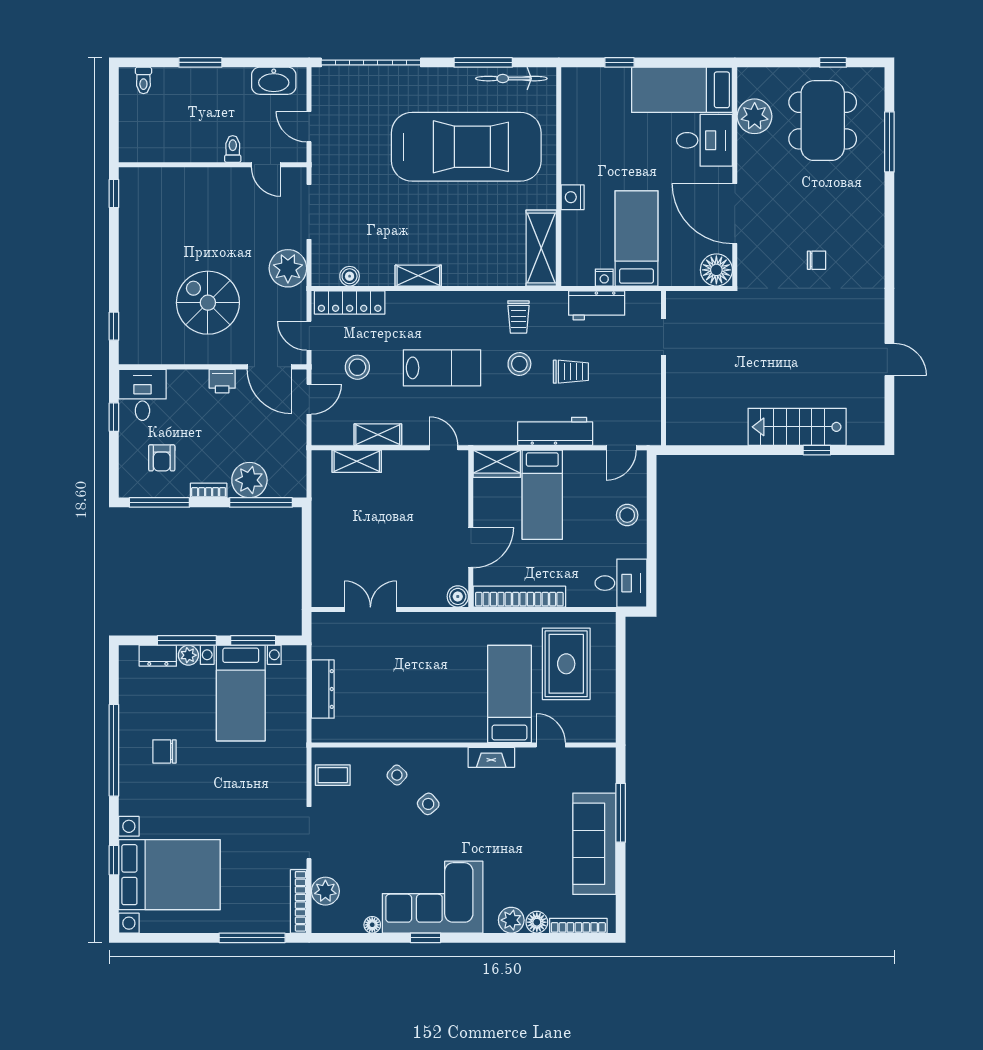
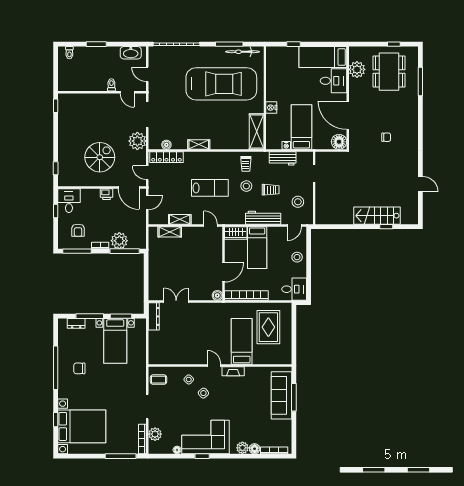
spiral stairs: (208, 303) -> (100, 157), turned 90
stool: (357, 367) -> (298, 202), moved
plant: (188, 655) -> (91, 323), removed
dresser: (323, 689) -> (154, 316), moved
door: (551, 745) -> (214, 365), moved
sofa: (594, 844) -> (282, 395), moved

